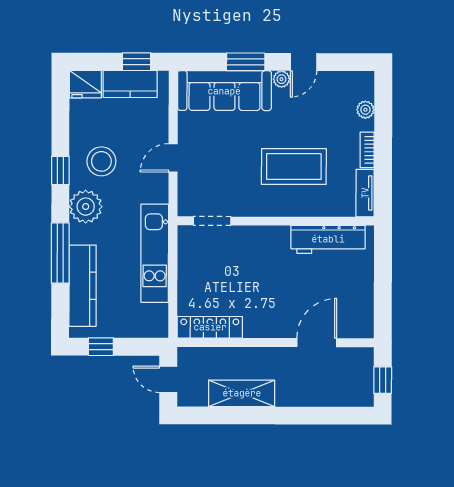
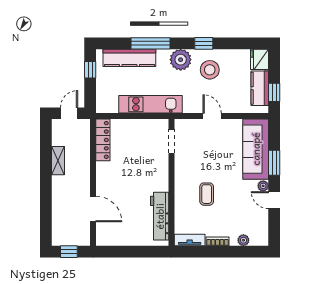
coffee table: (294, 167) -> (207, 194), width x0.54, depth x0.58
shelving: (242, 393) -> (58, 161), width x0.67, depth x0.75

